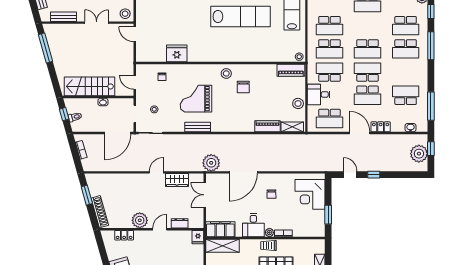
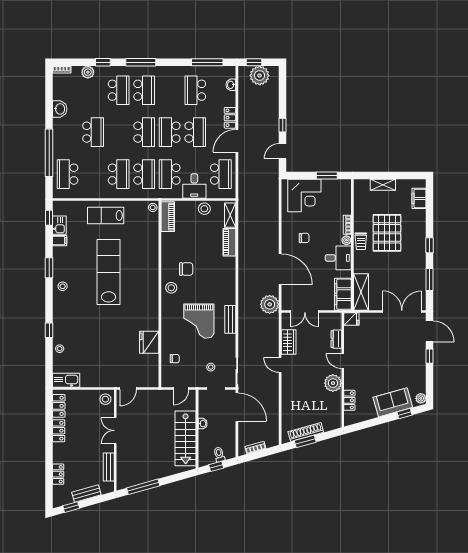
shoe rack: (100, 212) -> (306, 432), moved

